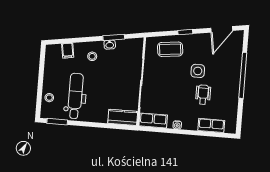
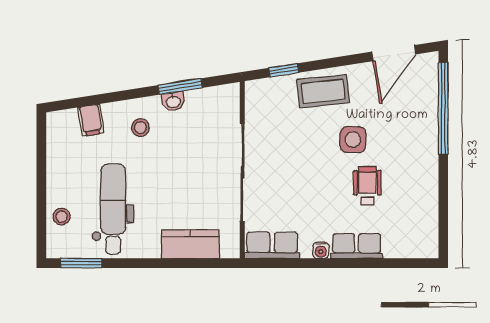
window: (185, 32) -> (284, 70), moved
coffee table: (170, 49) -> (323, 91), moved
window: (243, 75) -> (443, 108), moved
kitchen counter: (123, 117) -> (190, 244), moved
row of seats: (211, 125) -> (357, 246), moved

